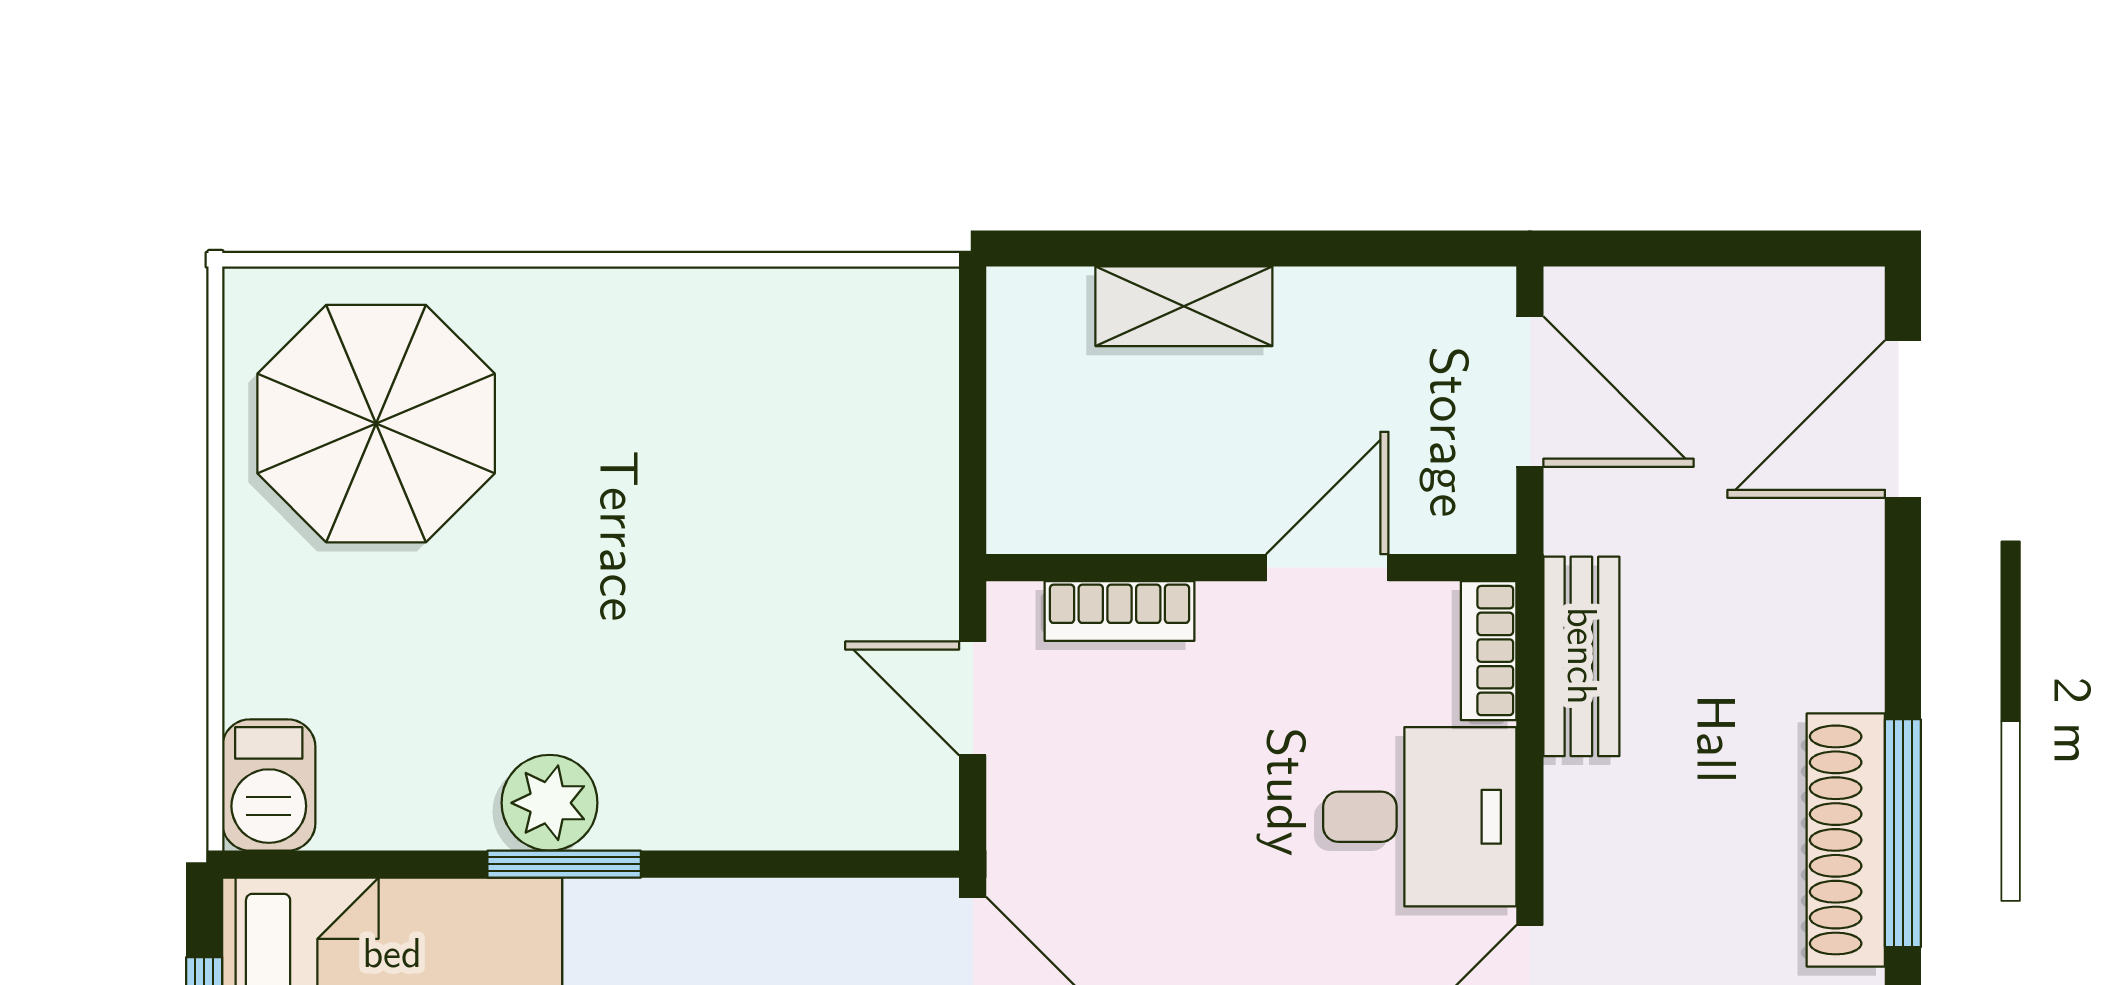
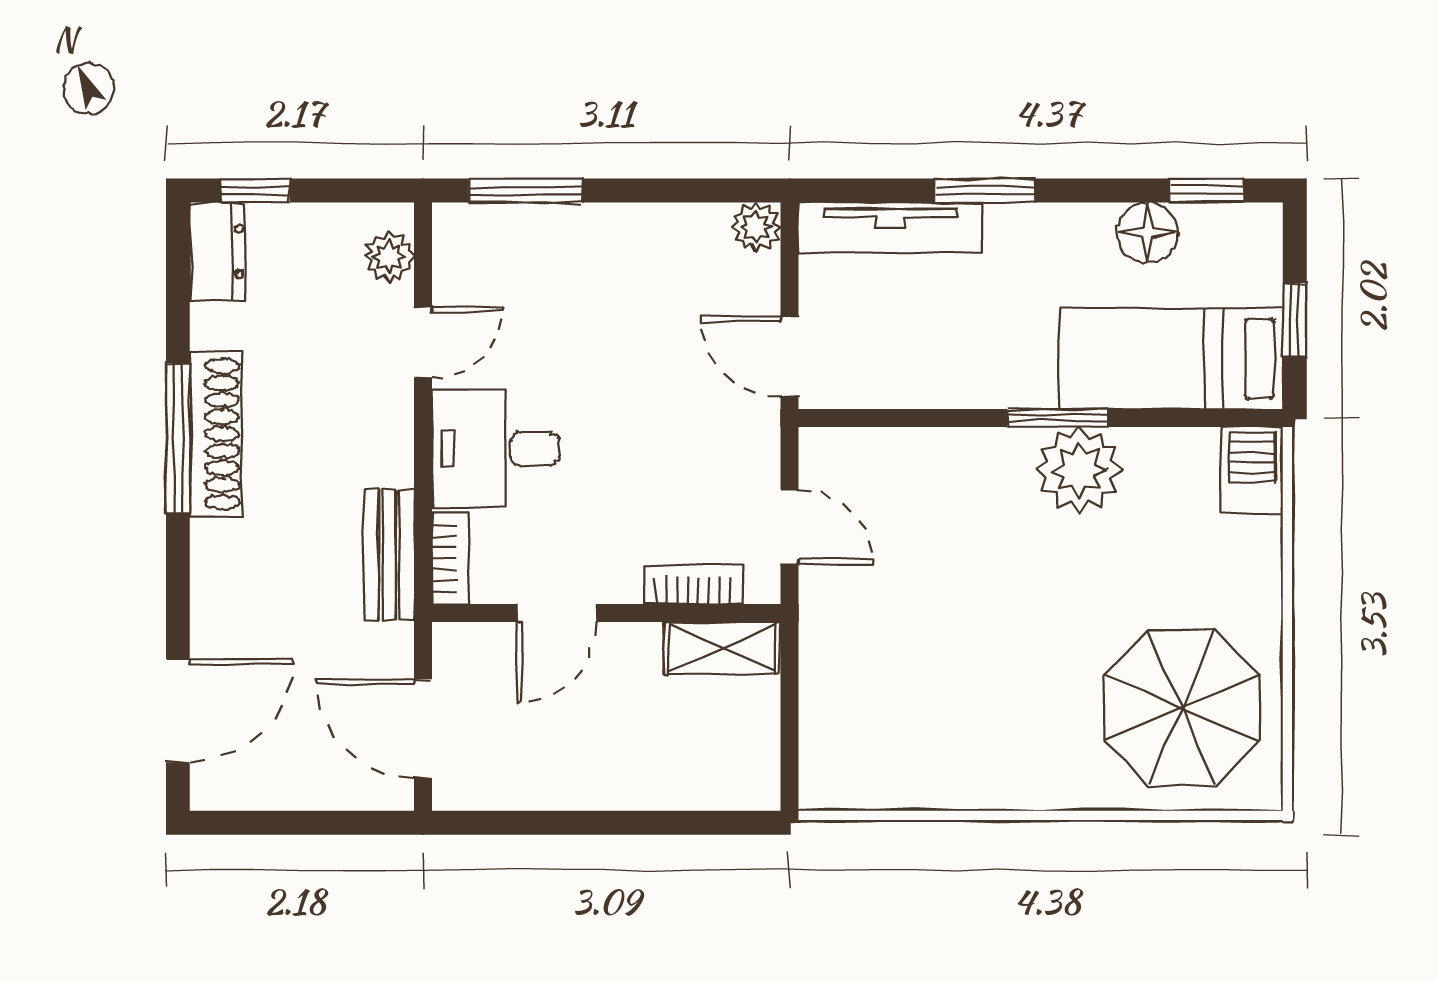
shelving: (1184, 306) -> (722, 648), moved
plant: (550, 803) -> (1079, 470), width x1.36, depth x1.36

